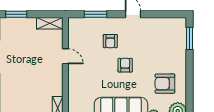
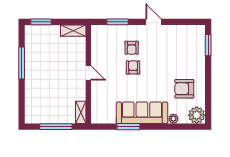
door: (65, 56) -> (88, 73), moved
armchair: (125, 65) -> (133, 67), moved

